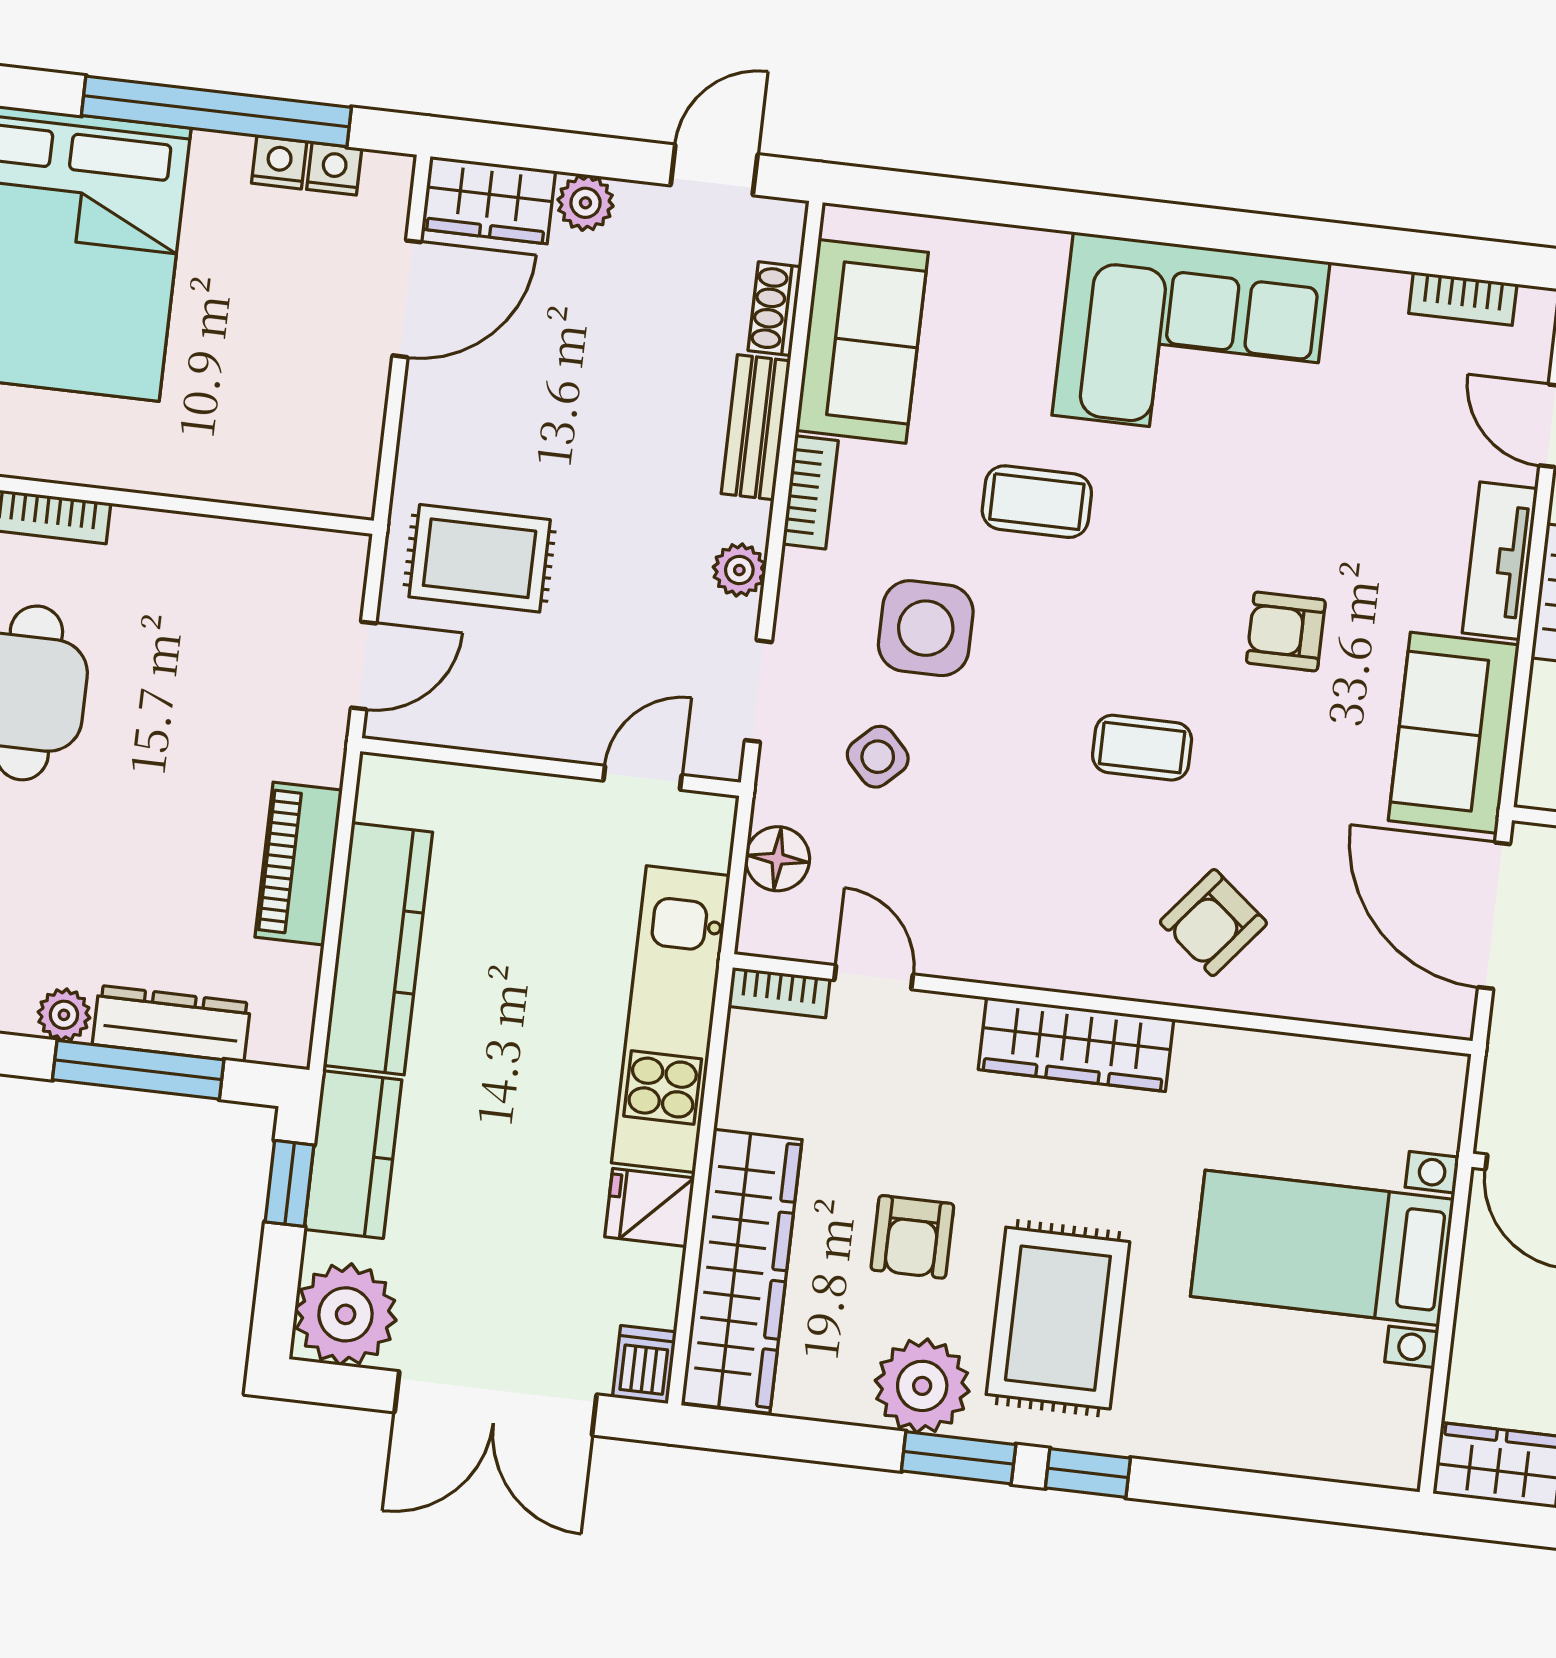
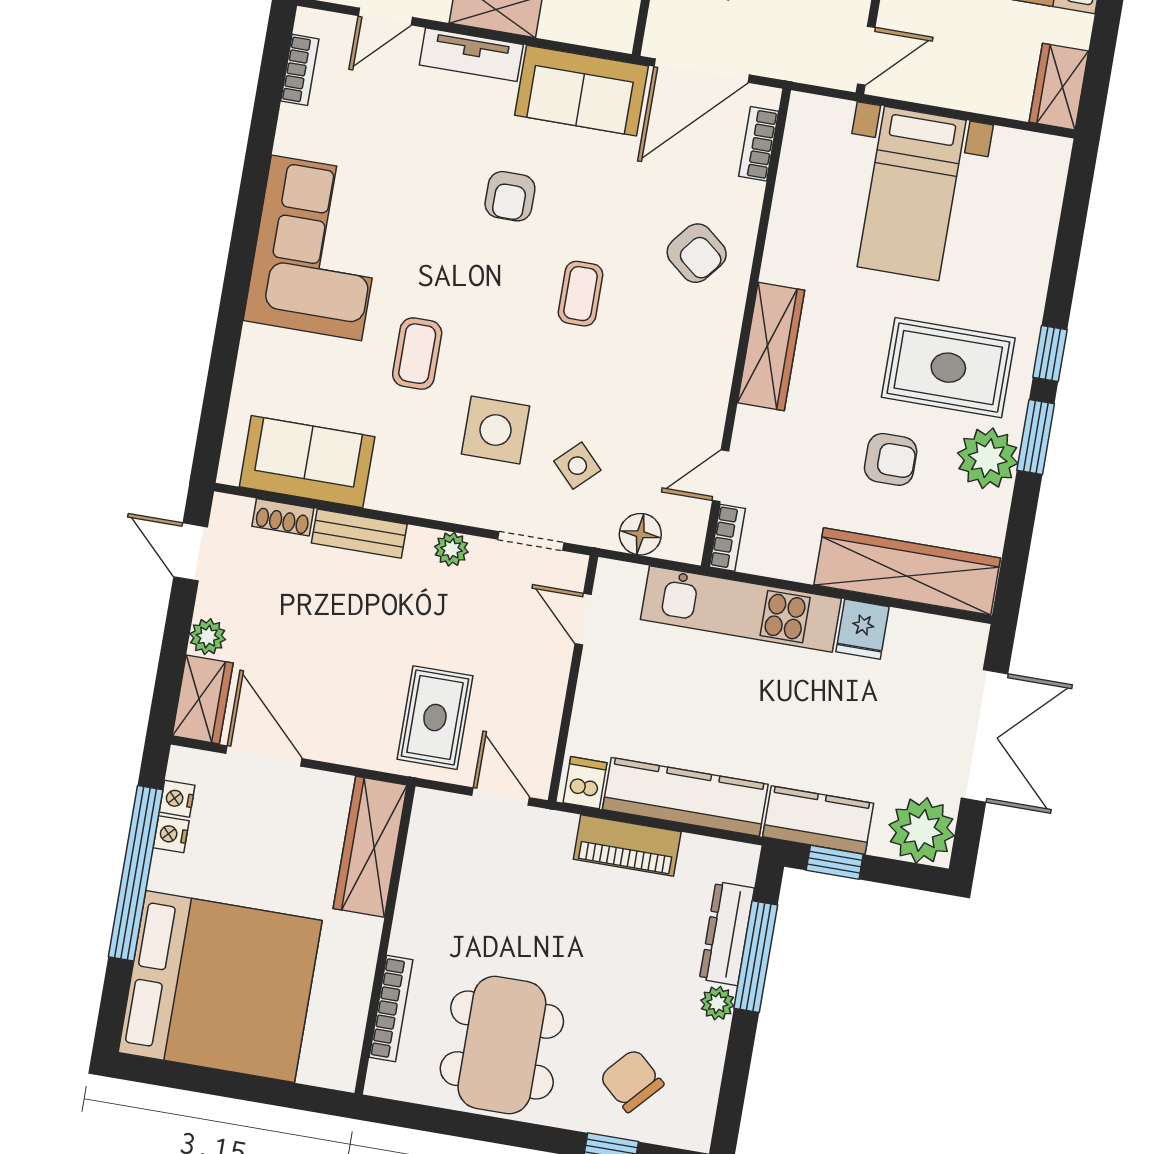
wardrobe: (276, 469) -> (370, 847), added
bookcase: (810, 492) -> (759, 144), moved, turned -90
dishwasher: (644, 1365) -> (585, 783), moved, turned 90

